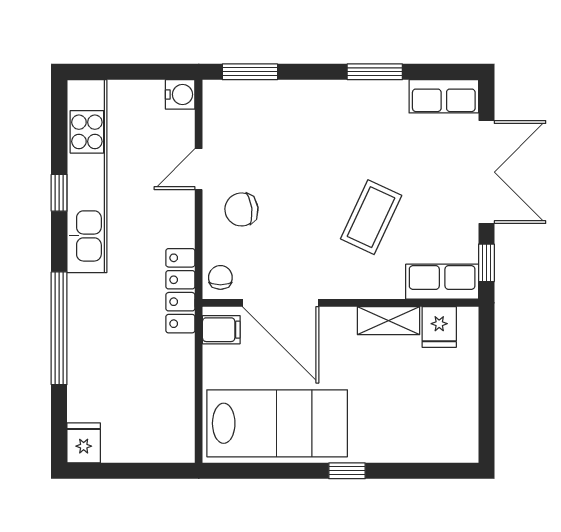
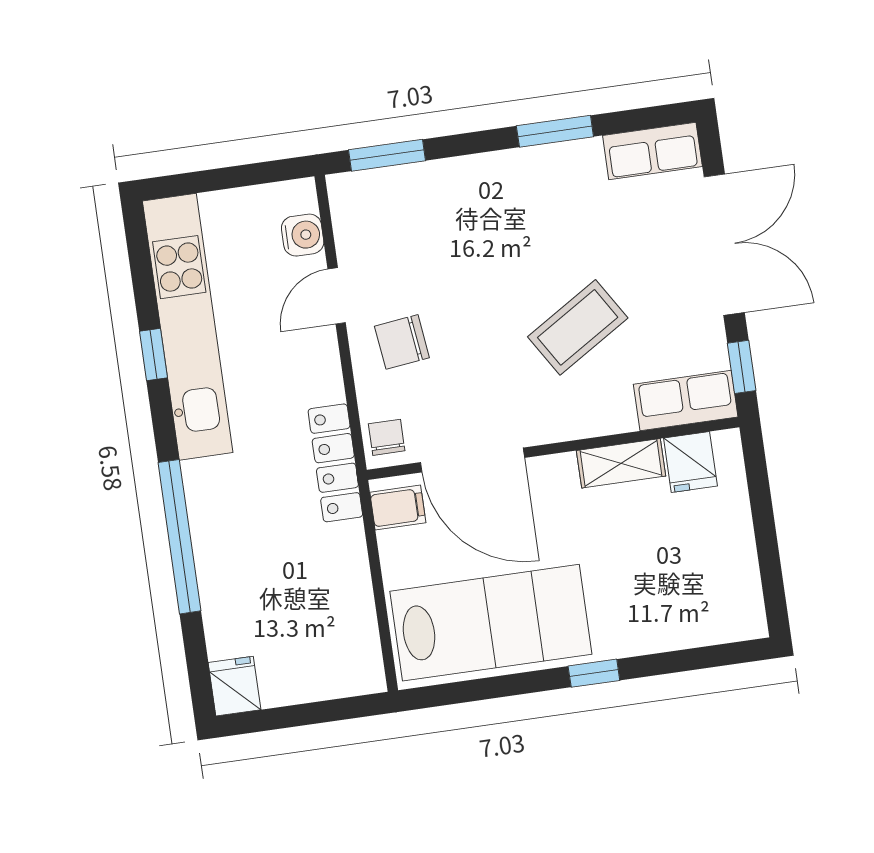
water cooler: (180, 94) -> (303, 235), moved
coffee table: (371, 217) -> (578, 327), turned 33

